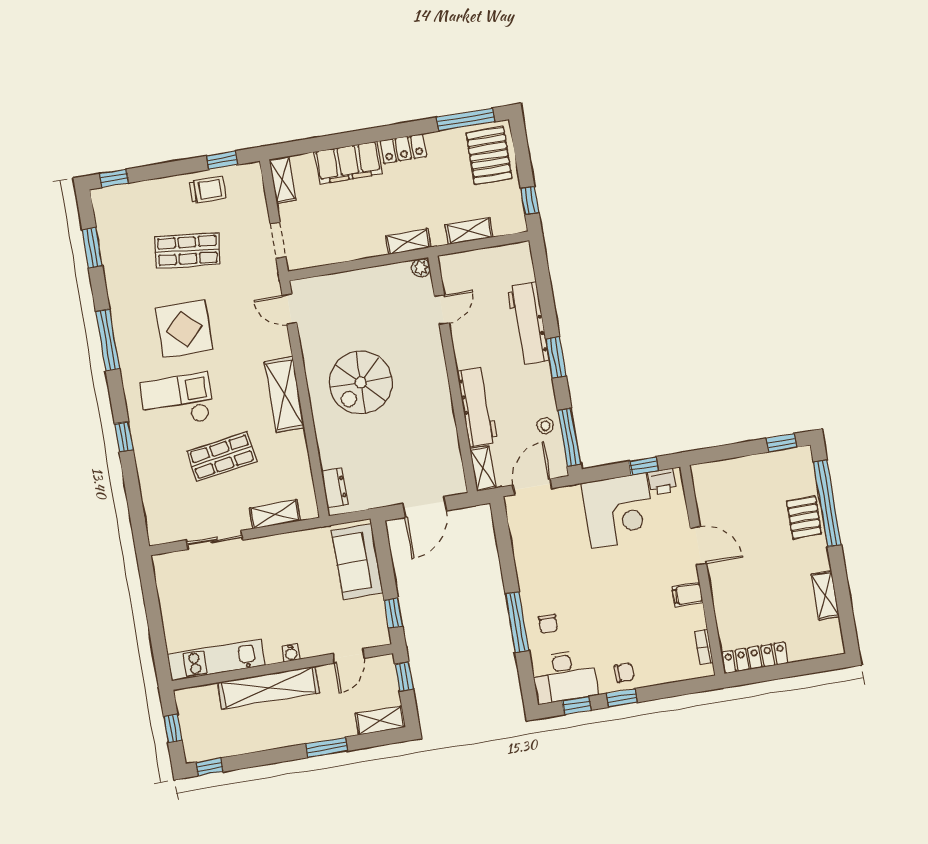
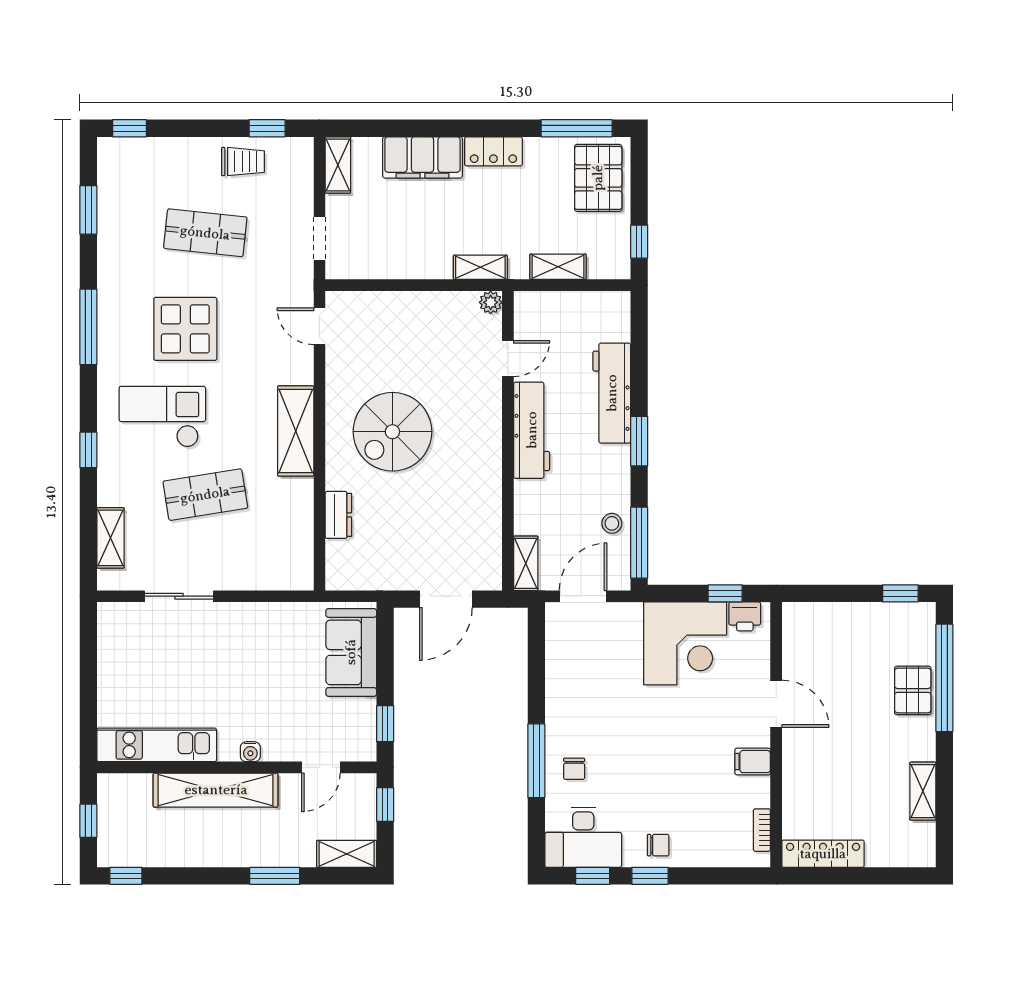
workbench: (477, 407) -> (532, 430), moved
dresser: (335, 488) -> (338, 515), moved
shelving: (275, 514) -> (110, 538), moved, turned 90

